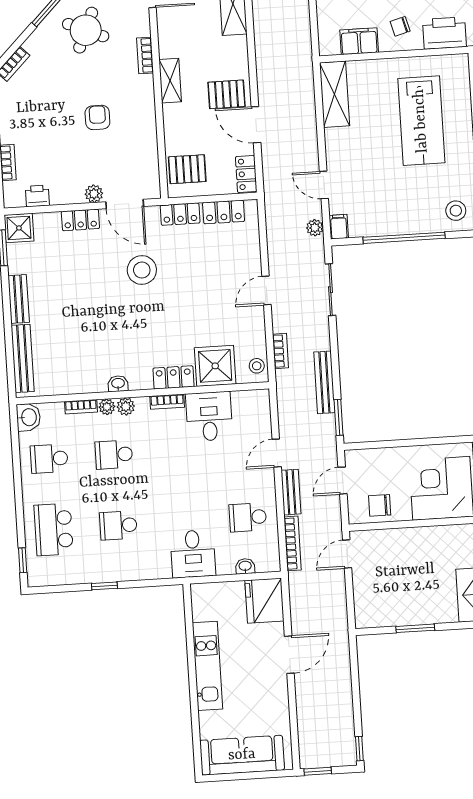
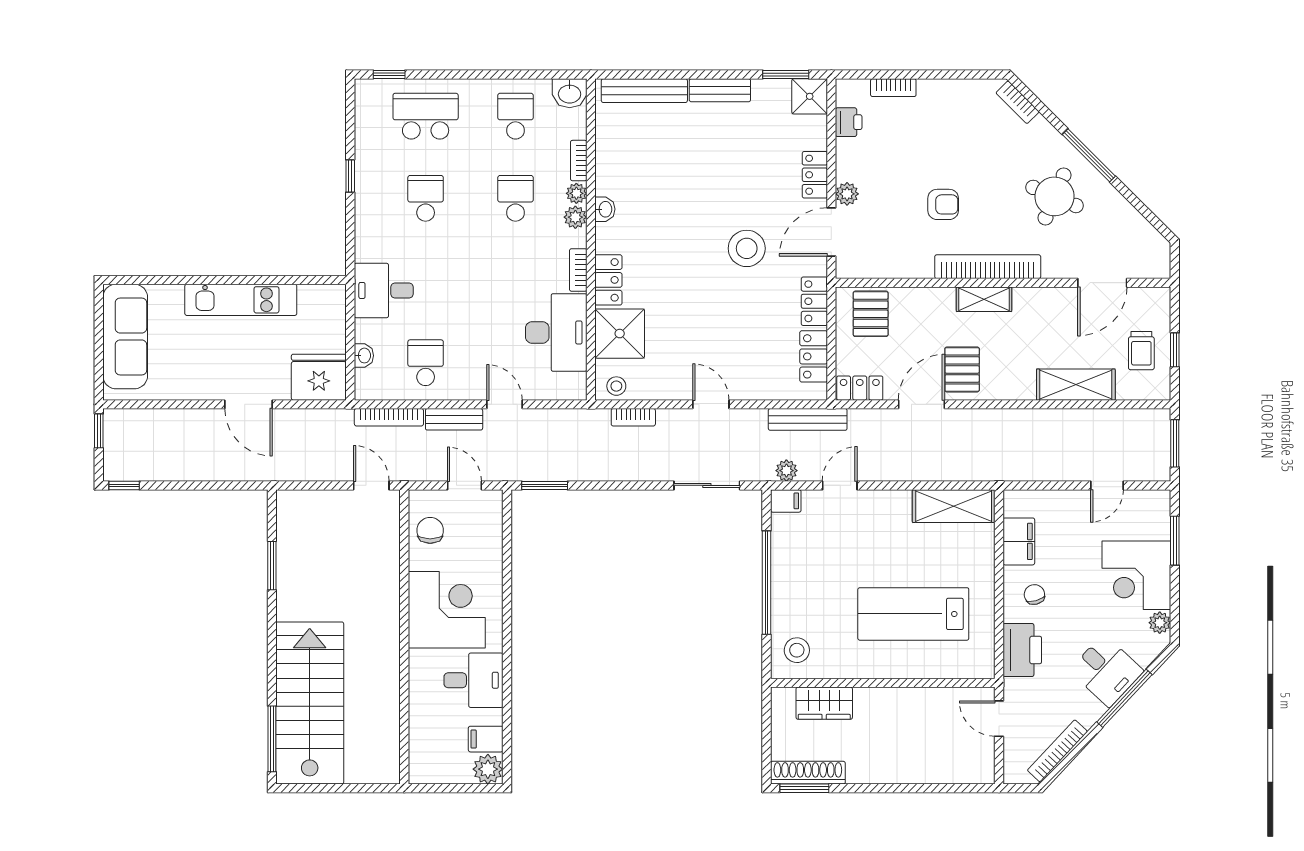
bookcase: (145, 56) -> (988, 267), width x2.31, depth x1.31
bench: (324, 382) -> (808, 419), moved
desk: (209, 416) -> (556, 332), width x1.37

